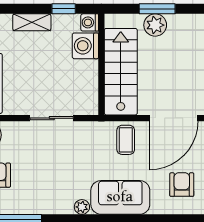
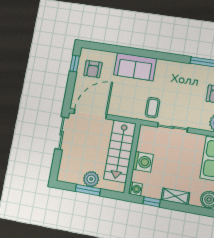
washing machine: (85, 46) -> (143, 162), moved
coffee table: (126, 140) -> (153, 108), moved
plant: (82, 207) -> (162, 64), removed

